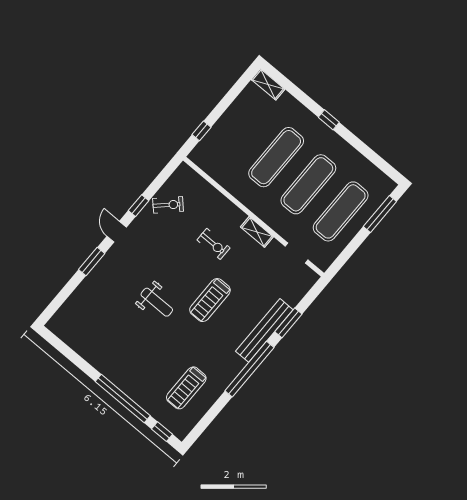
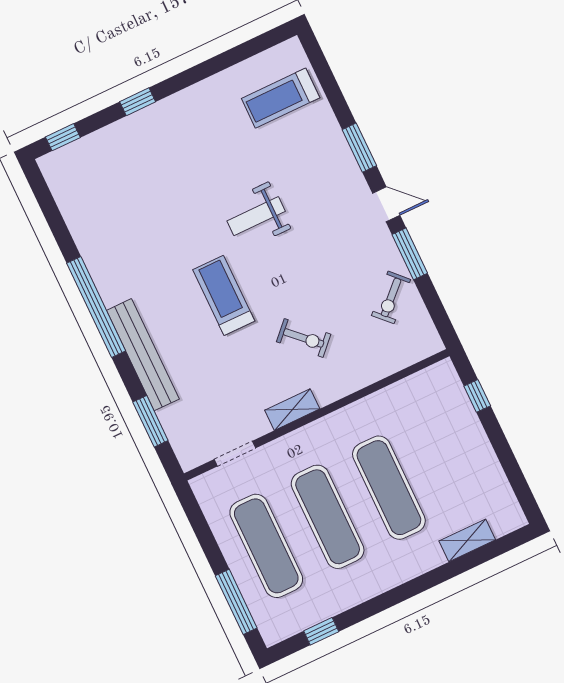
shelving: (268, 84) -> (467, 540), moved
window: (329, 120) -> (321, 631), moved
window: (139, 206) -> (410, 254), width x1.50
exercise bike: (213, 244) -> (304, 338), turned -136
window: (288, 323) -> (150, 421), moved
treadmill: (186, 388) -> (281, 98), moved, turned -90
window: (123, 399) -> (138, 102), width x0.32

